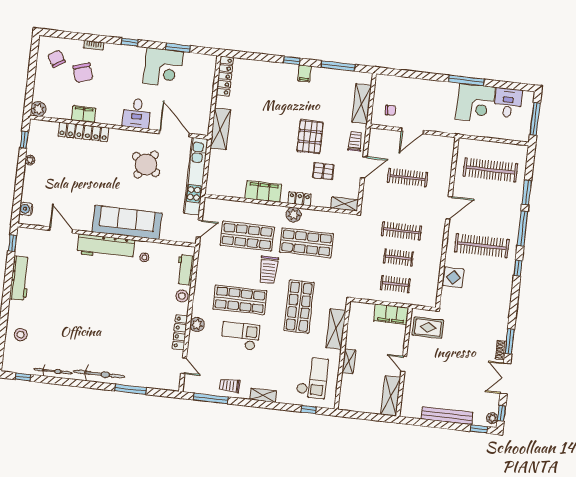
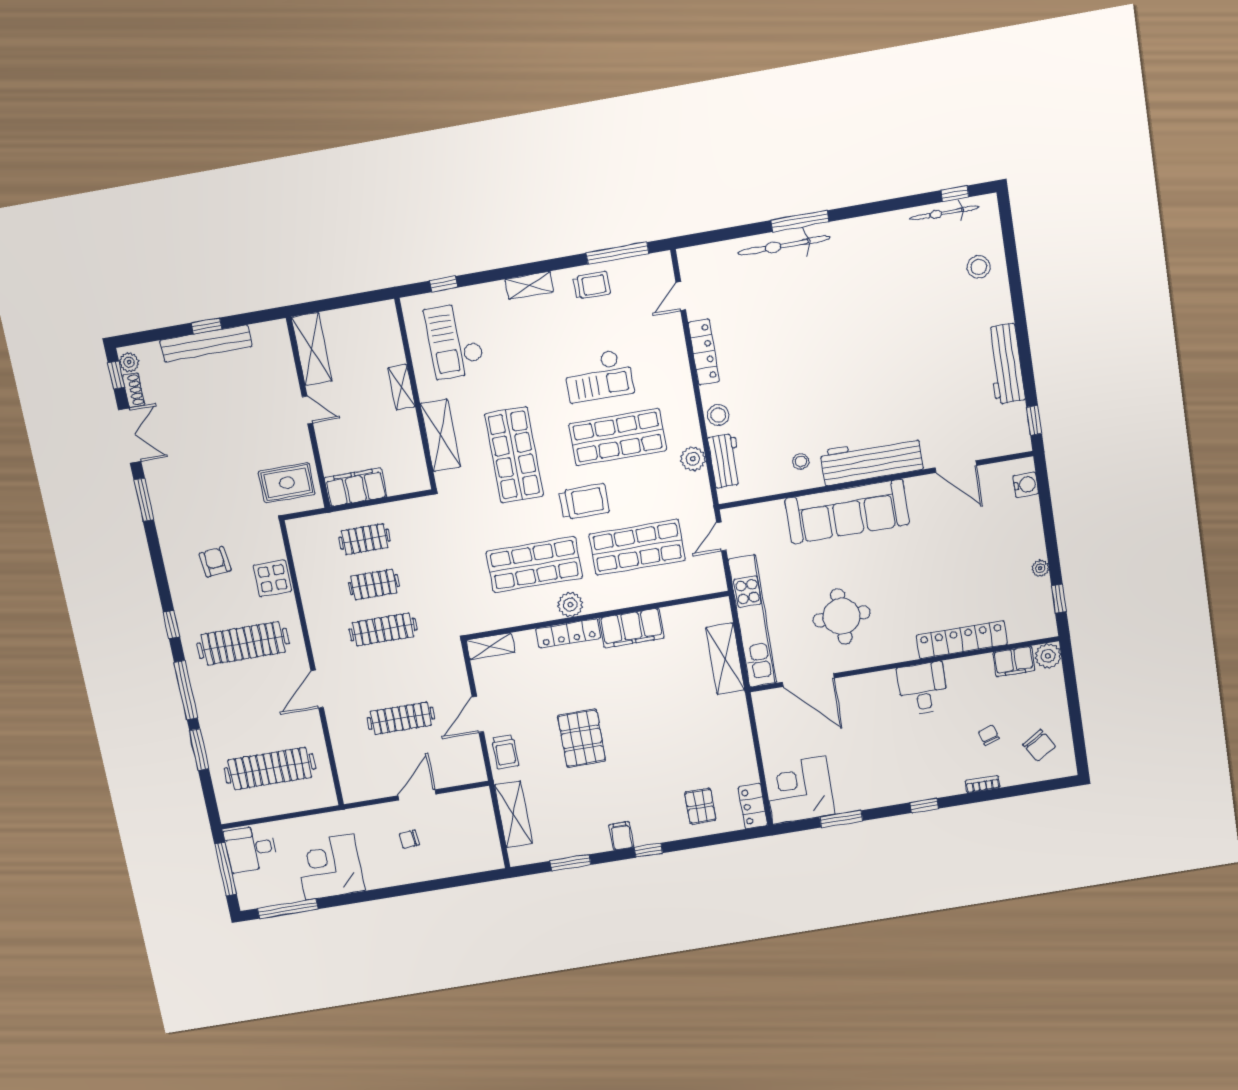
window: (338, 66) -> (571, 863), width x0.69
corner desk: (163, 68) -> (799, 790), moved
chair: (83, 73) -> (989, 735), width x0.54, depth x0.54
locker: (225, 76) -> (753, 806), width x0.66
window: (466, 80) -> (288, 909), moved
desk: (508, 103) -> (251, 849), moved, turned 90
chair: (390, 110) -> (409, 839), moved
desk: (137, 113) -> (923, 688), moved
filing cabinet: (84, 114) -> (1014, 662), moved
shelving: (220, 129) -> (725, 659), moved
round table: (146, 165) -> (841, 616), turned -35
pallet: (323, 171) -> (700, 806), moved, turned 90
locker: (299, 199) -> (568, 633), width x1.53
trolley: (269, 270) -> (584, 502), turned 90
armchair: (482, 296) -> (215, 562), added
plant: (197, 325) -> (693, 459), moved
shoe rack: (501, 350) -> (134, 390), moved
door: (184, 366) -> (681, 296), hinge flipped
bicycle: (53, 371) -> (944, 213), moved
bicycle: (99, 374) -> (784, 245), moved
window: (131, 389) -> (800, 221), moved
window: (479, 429) -> (207, 326), moved

